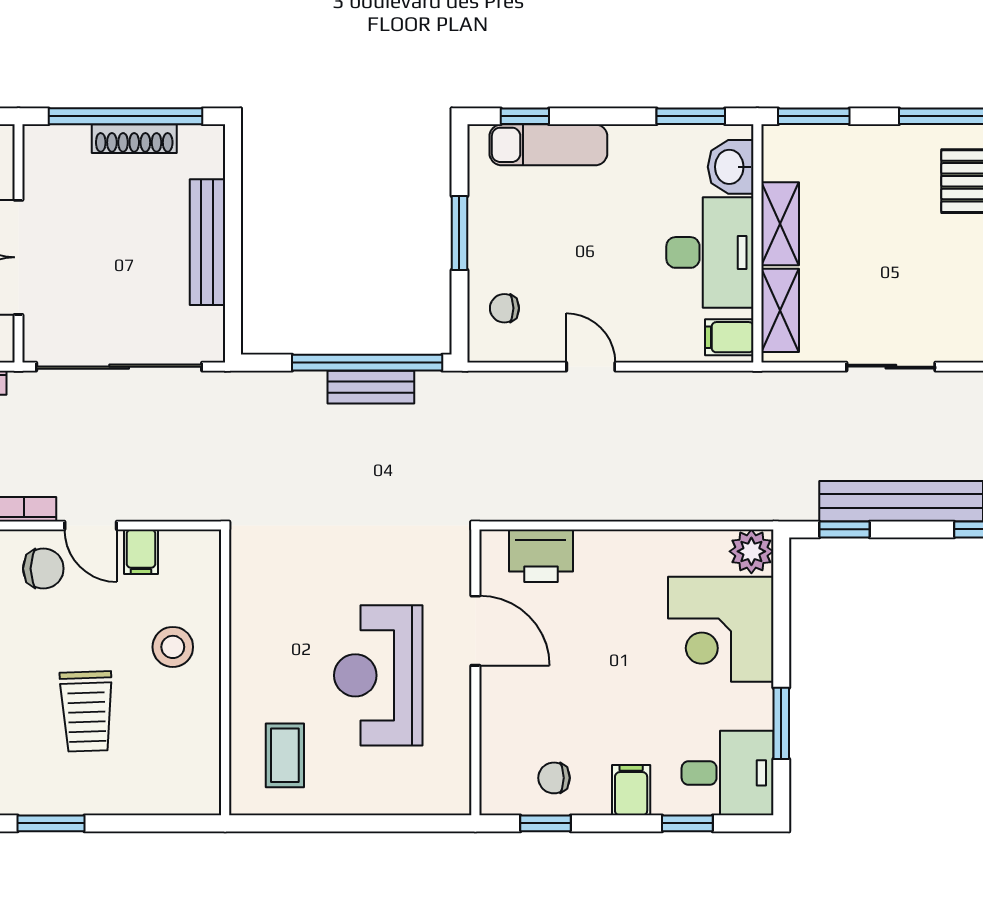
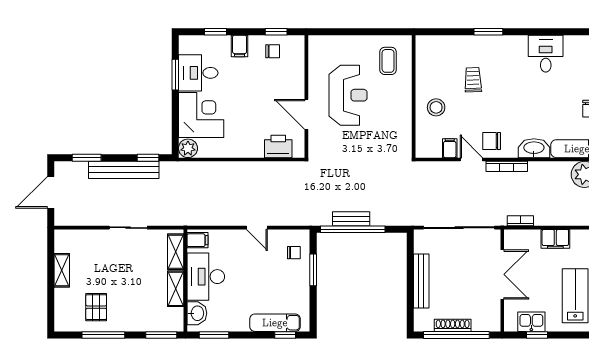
window: (459, 233) -> (313, 270), moved
trolley: (87, 711) -> (473, 80), width x0.73, depth x0.72
desk: (727, 773) -> (198, 73), moved

